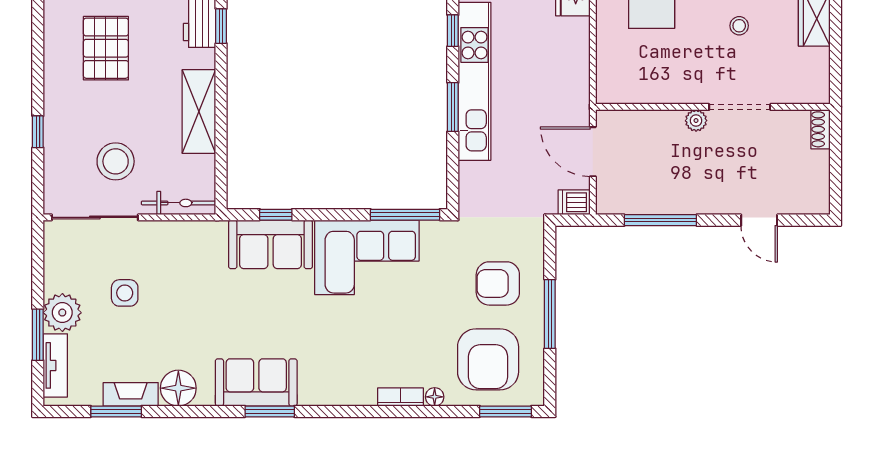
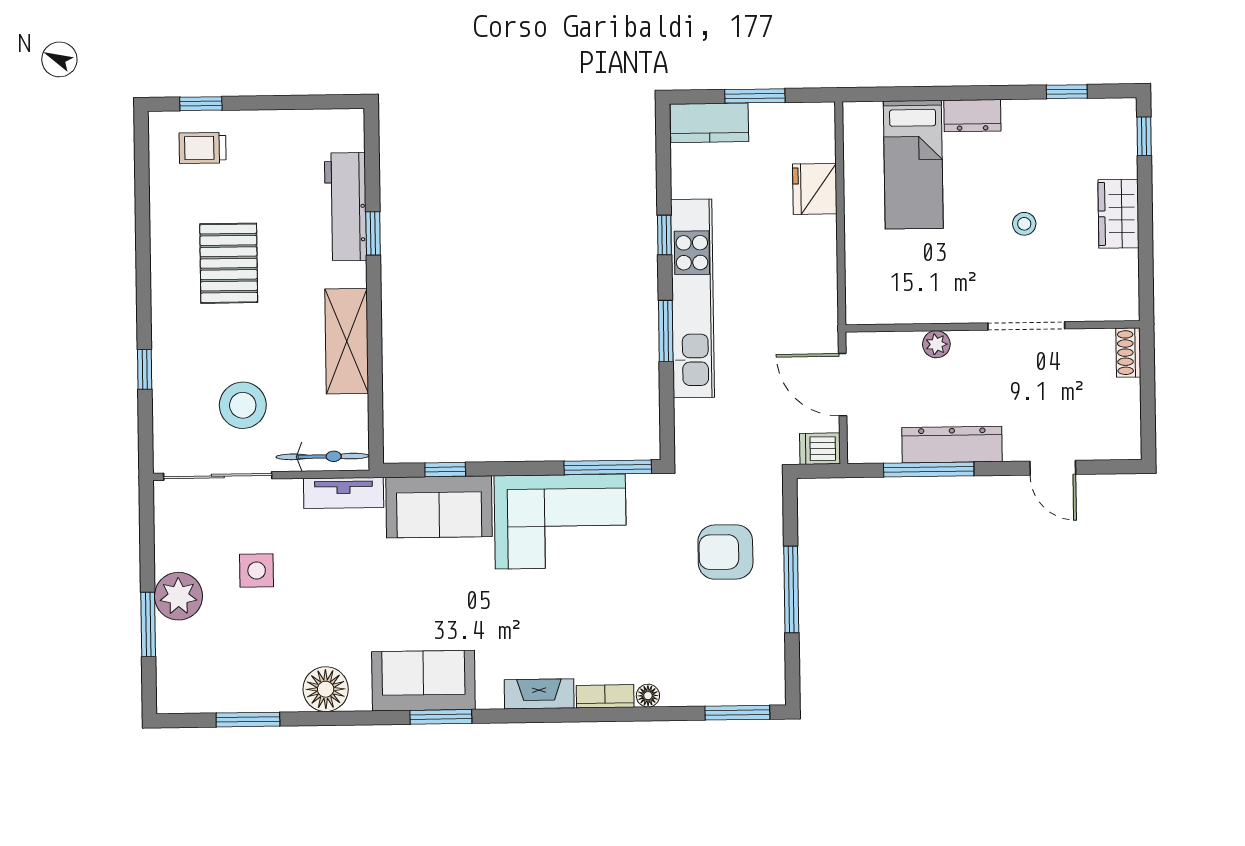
plant: (696, 121) -> (936, 344), moved
dresser: (679, 201) -> (952, 445), added
armchair: (488, 359) -> (714, 648), removed
tv unit: (55, 365) -> (344, 493), moved, turned 90
fireplace: (131, 394) -> (539, 694), moved

